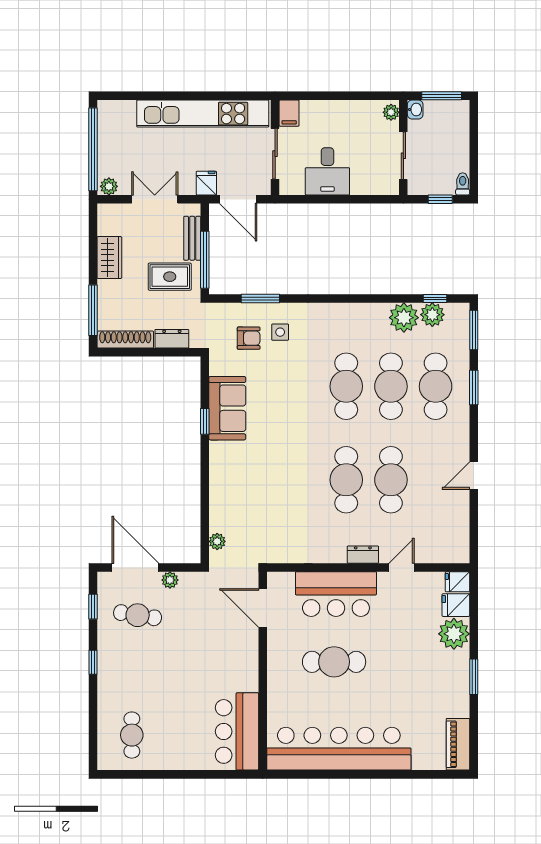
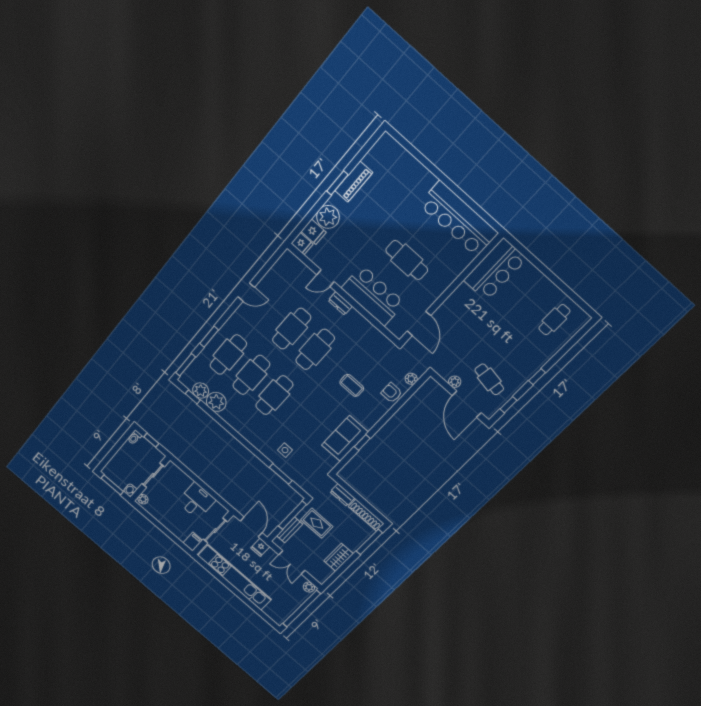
armchair: (249, 338) -> (391, 393), moved
coffee table: (273, 476) -> (352, 385), added
piano: (458, 744) -> (354, 182), moved
bar counter: (339, 749) -> (458, 219), width x0.73

